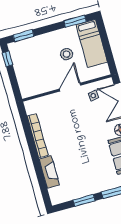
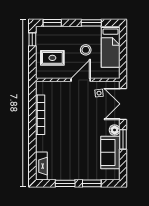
window: (75, 21) -> (91, 23), moved
rug: (34, 72) -> (52, 58), added
fireplace: (49, 172) -> (41, 166), moved

